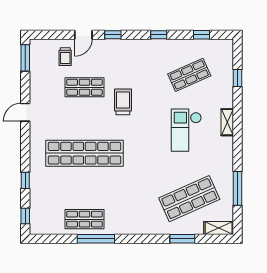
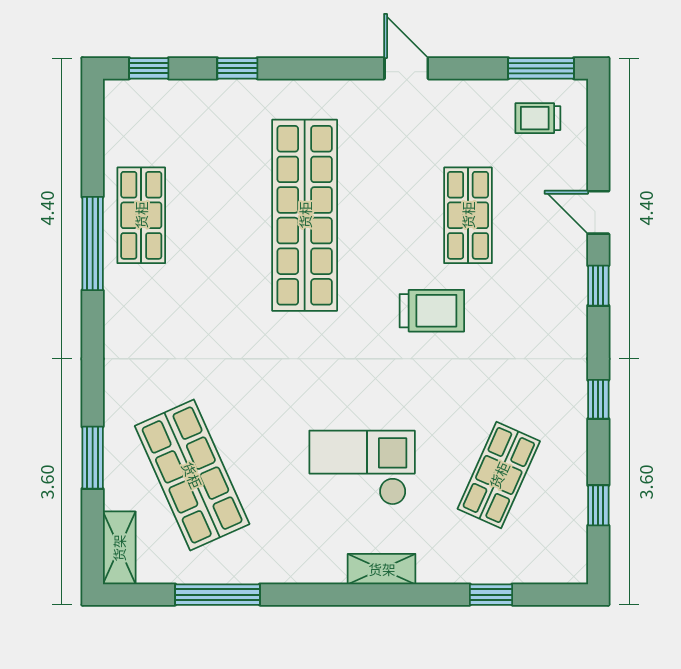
trolley: (65, 57) -> (538, 118), moved
shop shelf: (189, 75) -> (499, 475), turned 48

